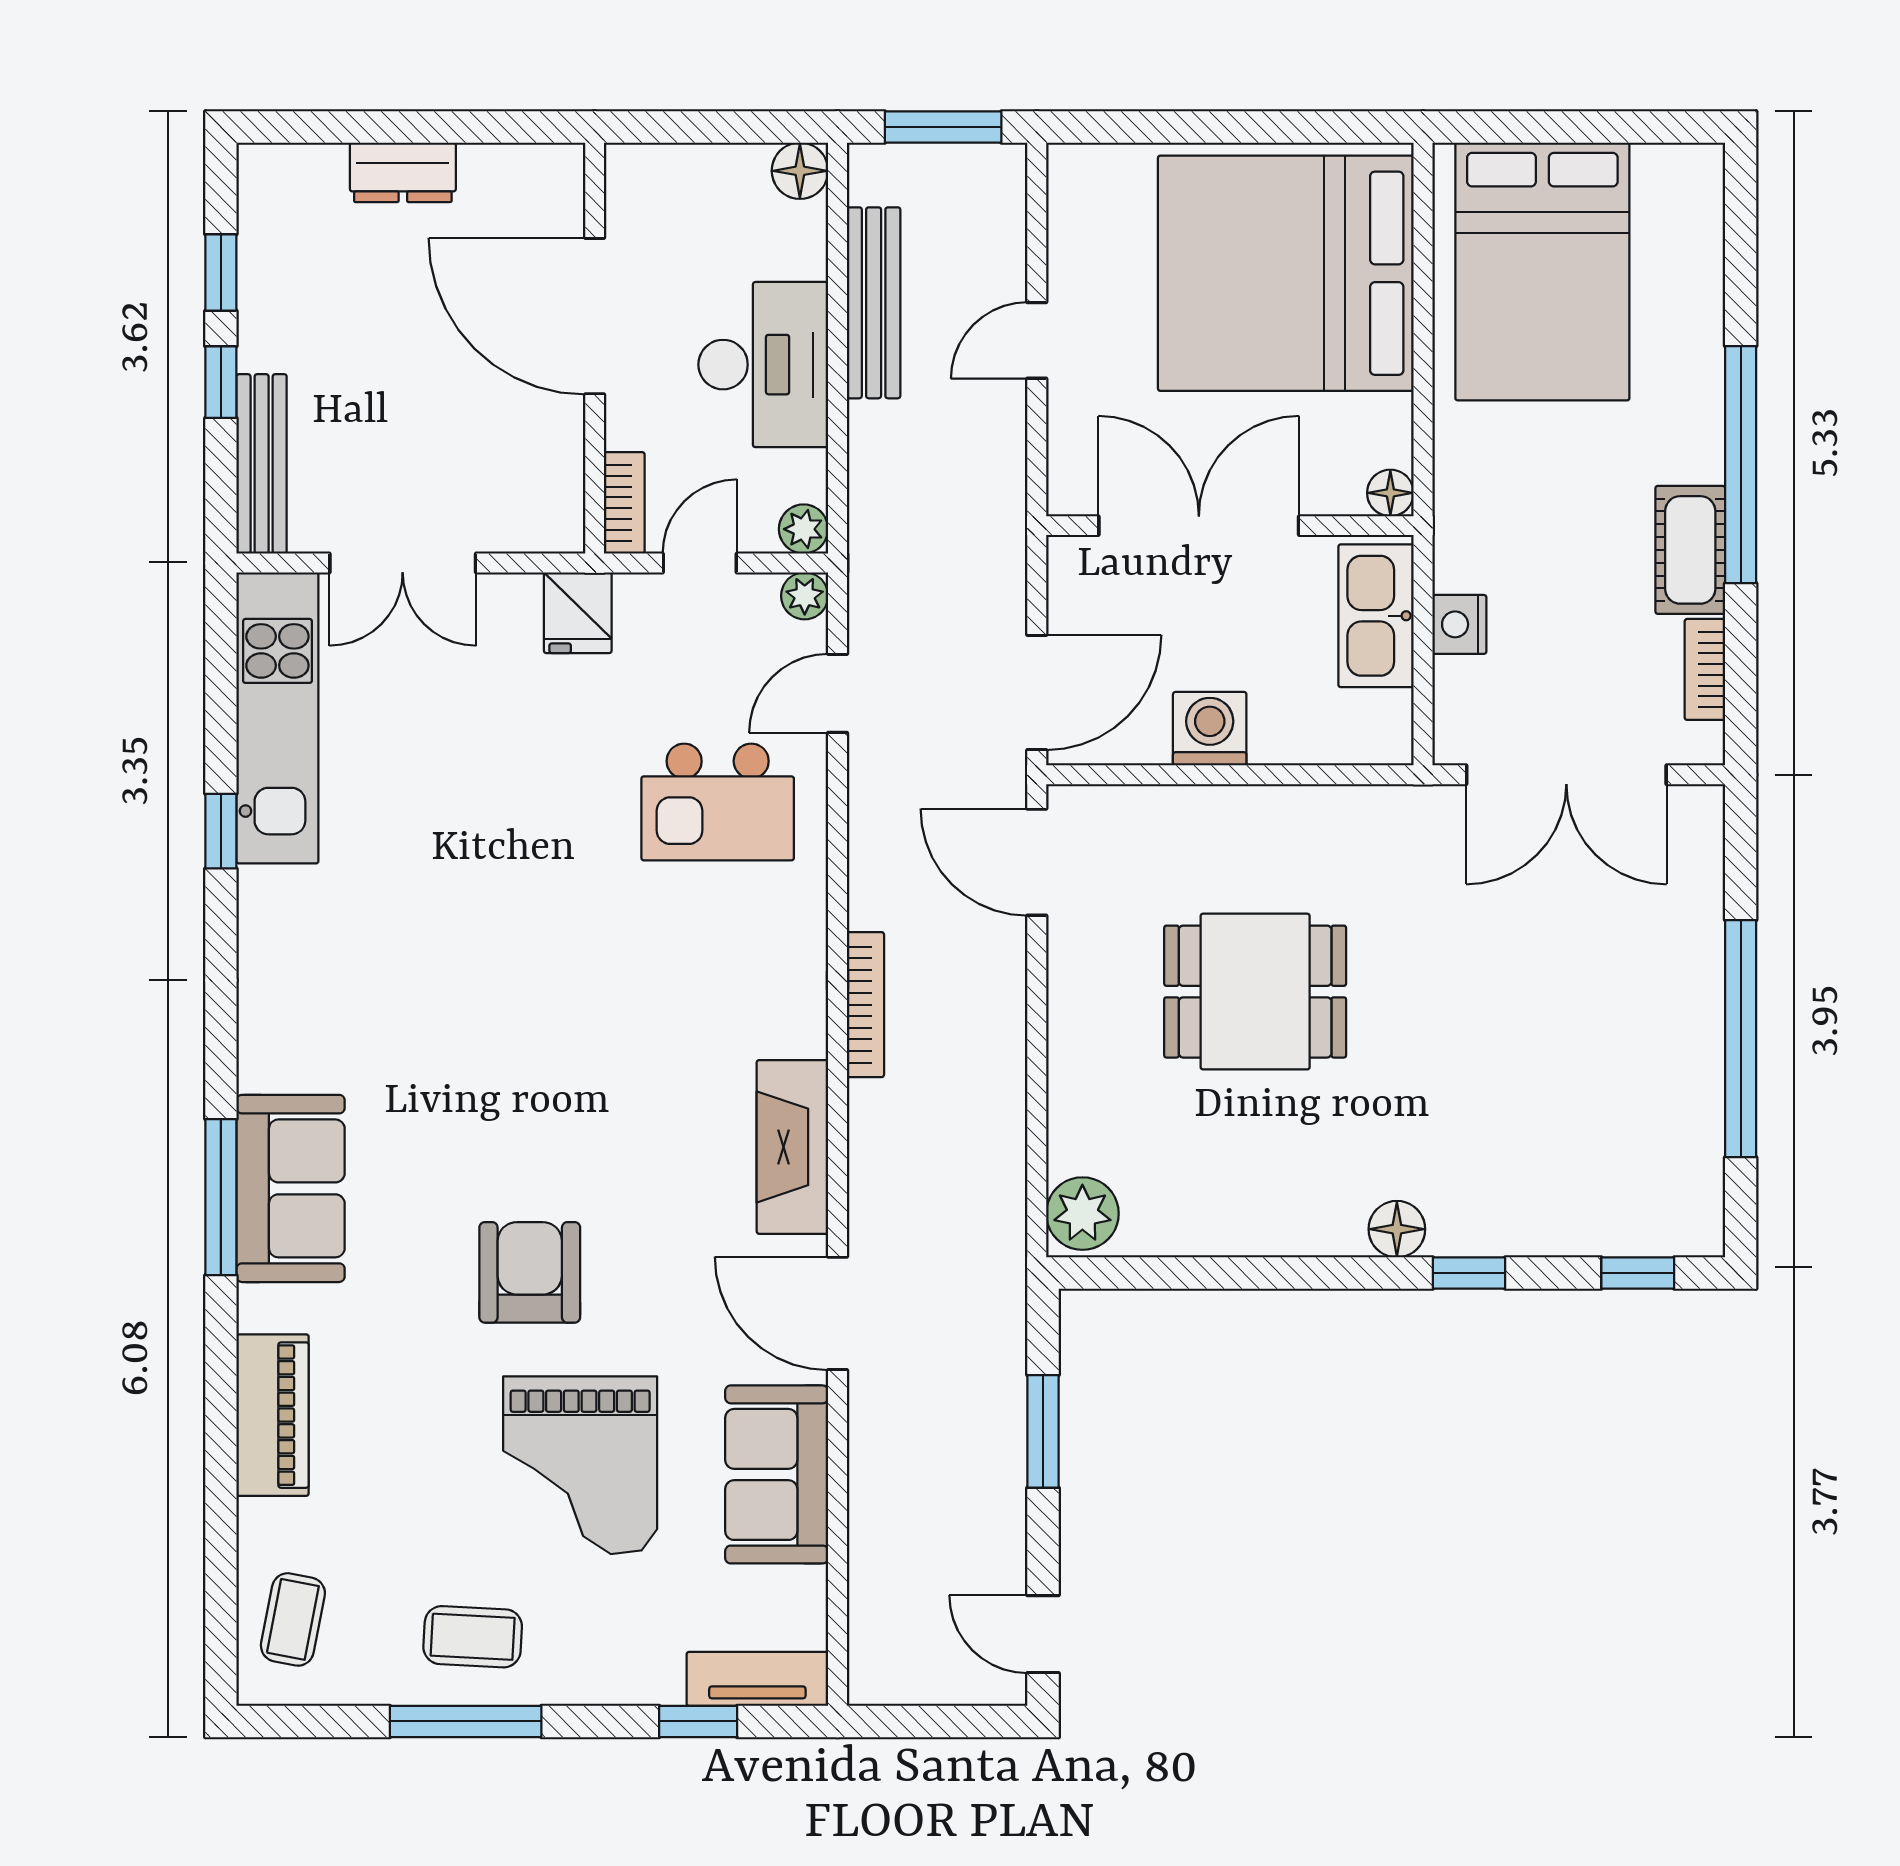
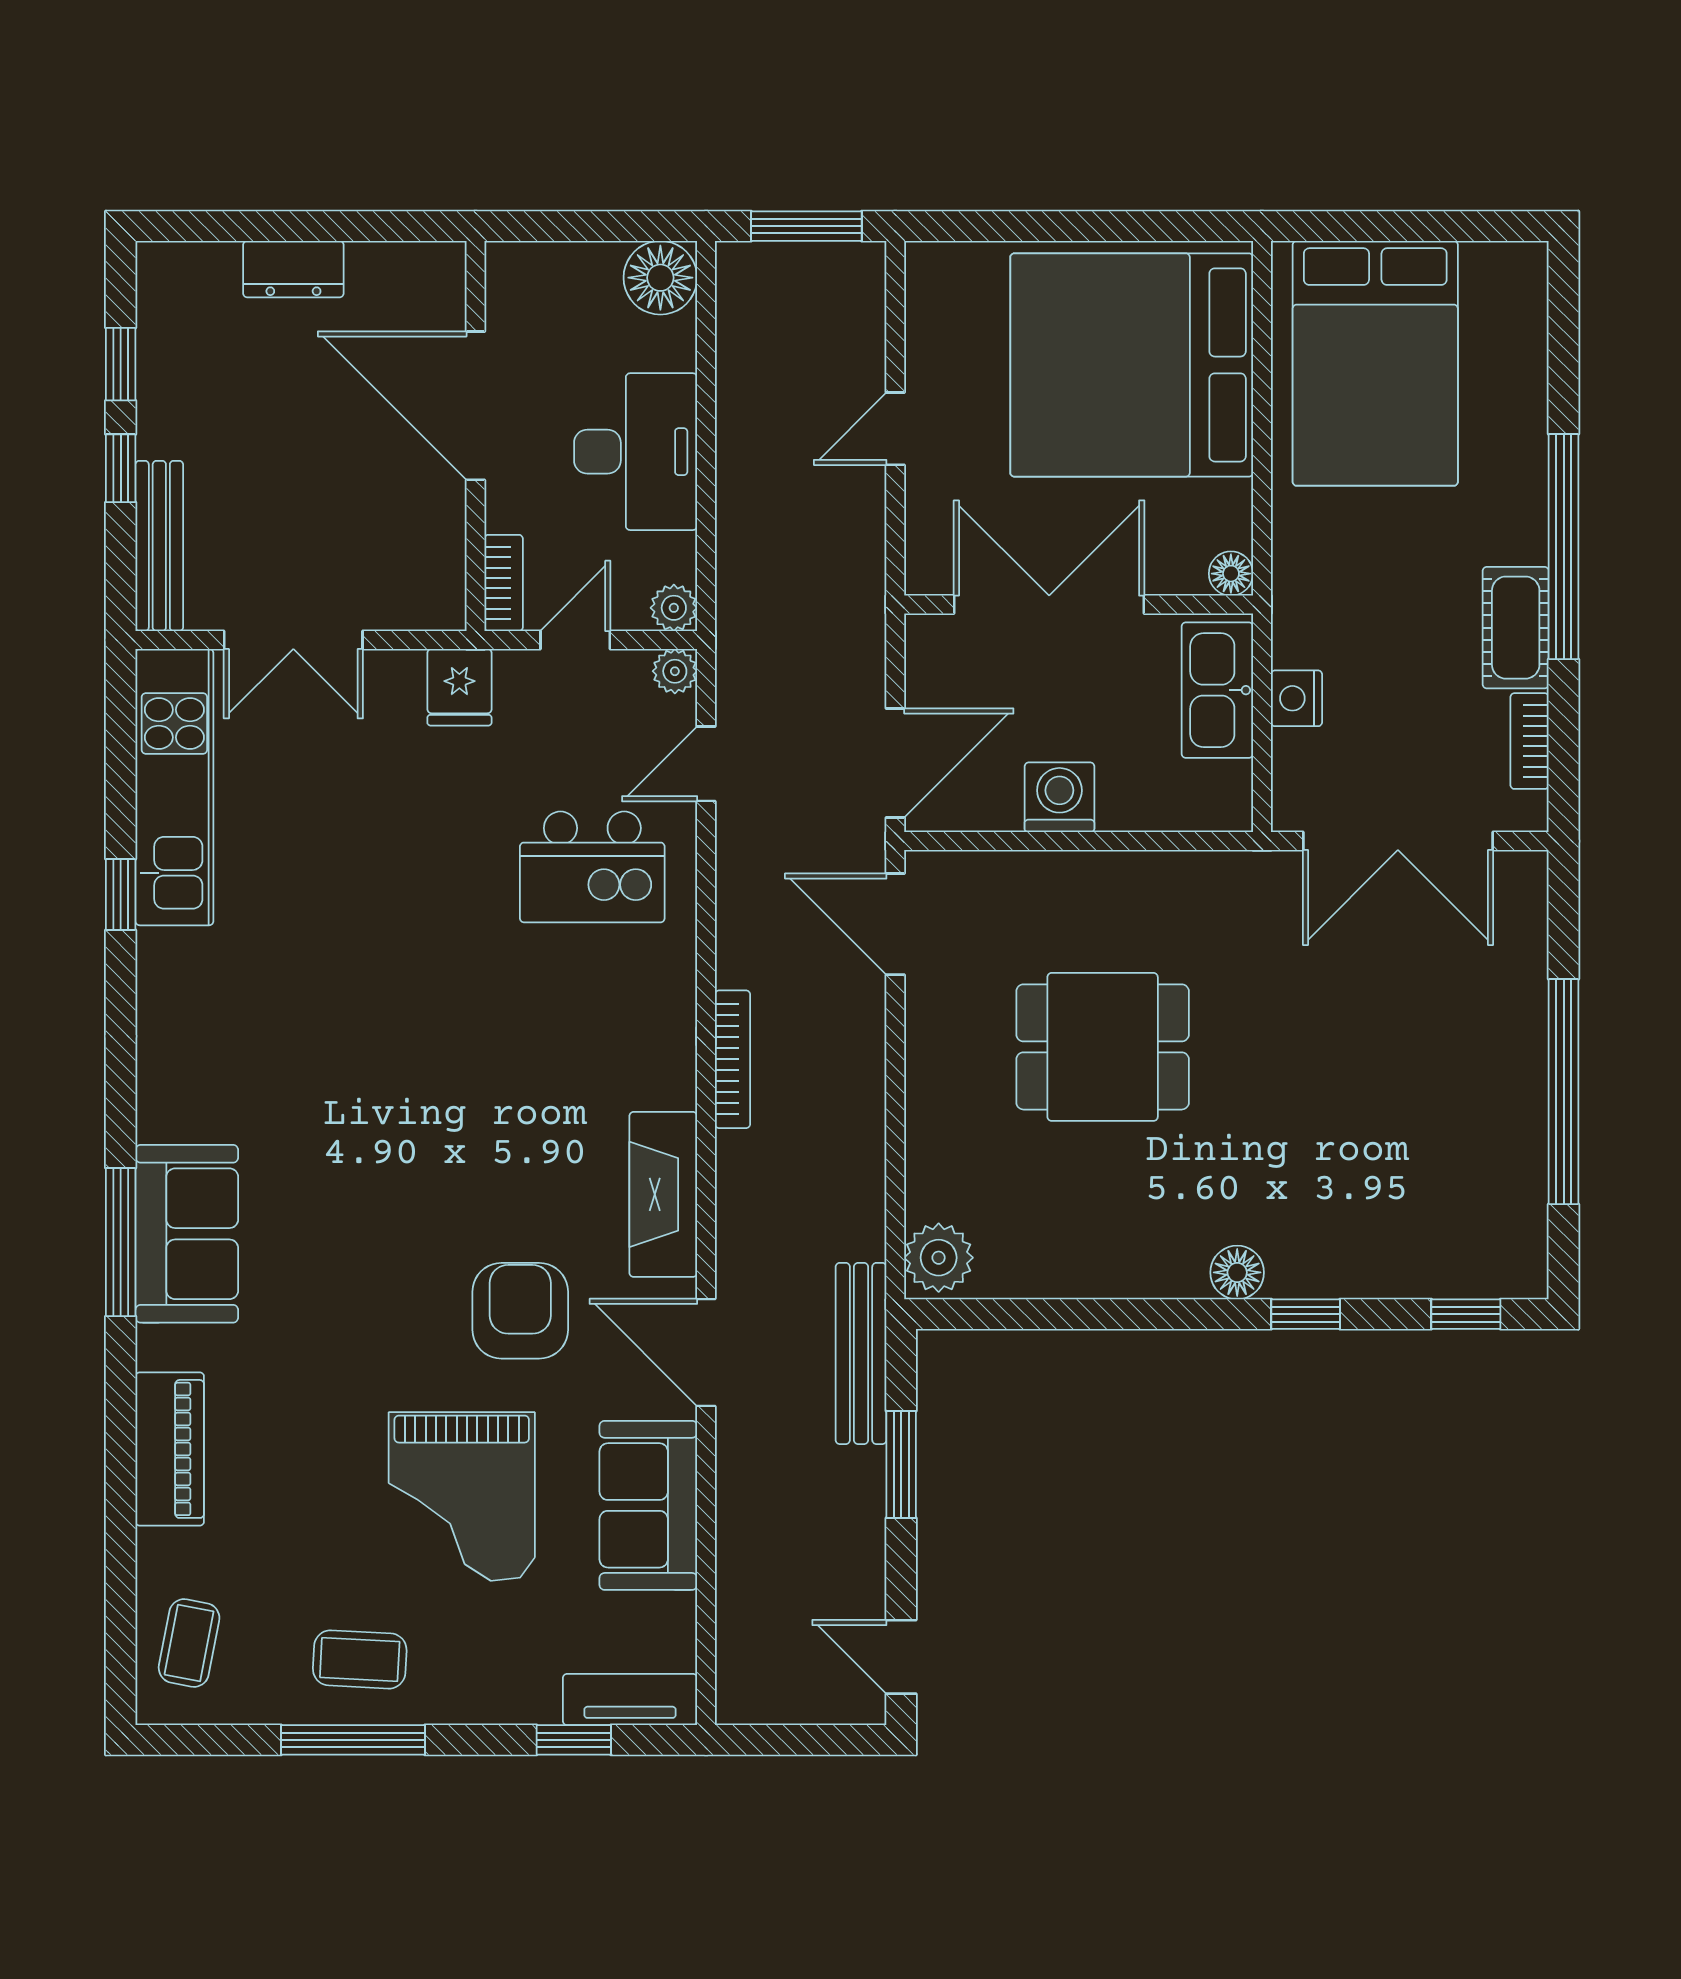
floor lamp: (800, 171) -> (660, 278), width x1.38, depth x1.38
bench: (874, 303) -> (861, 1353), moved
armchair: (530, 1272) -> (520, 1311), moved

